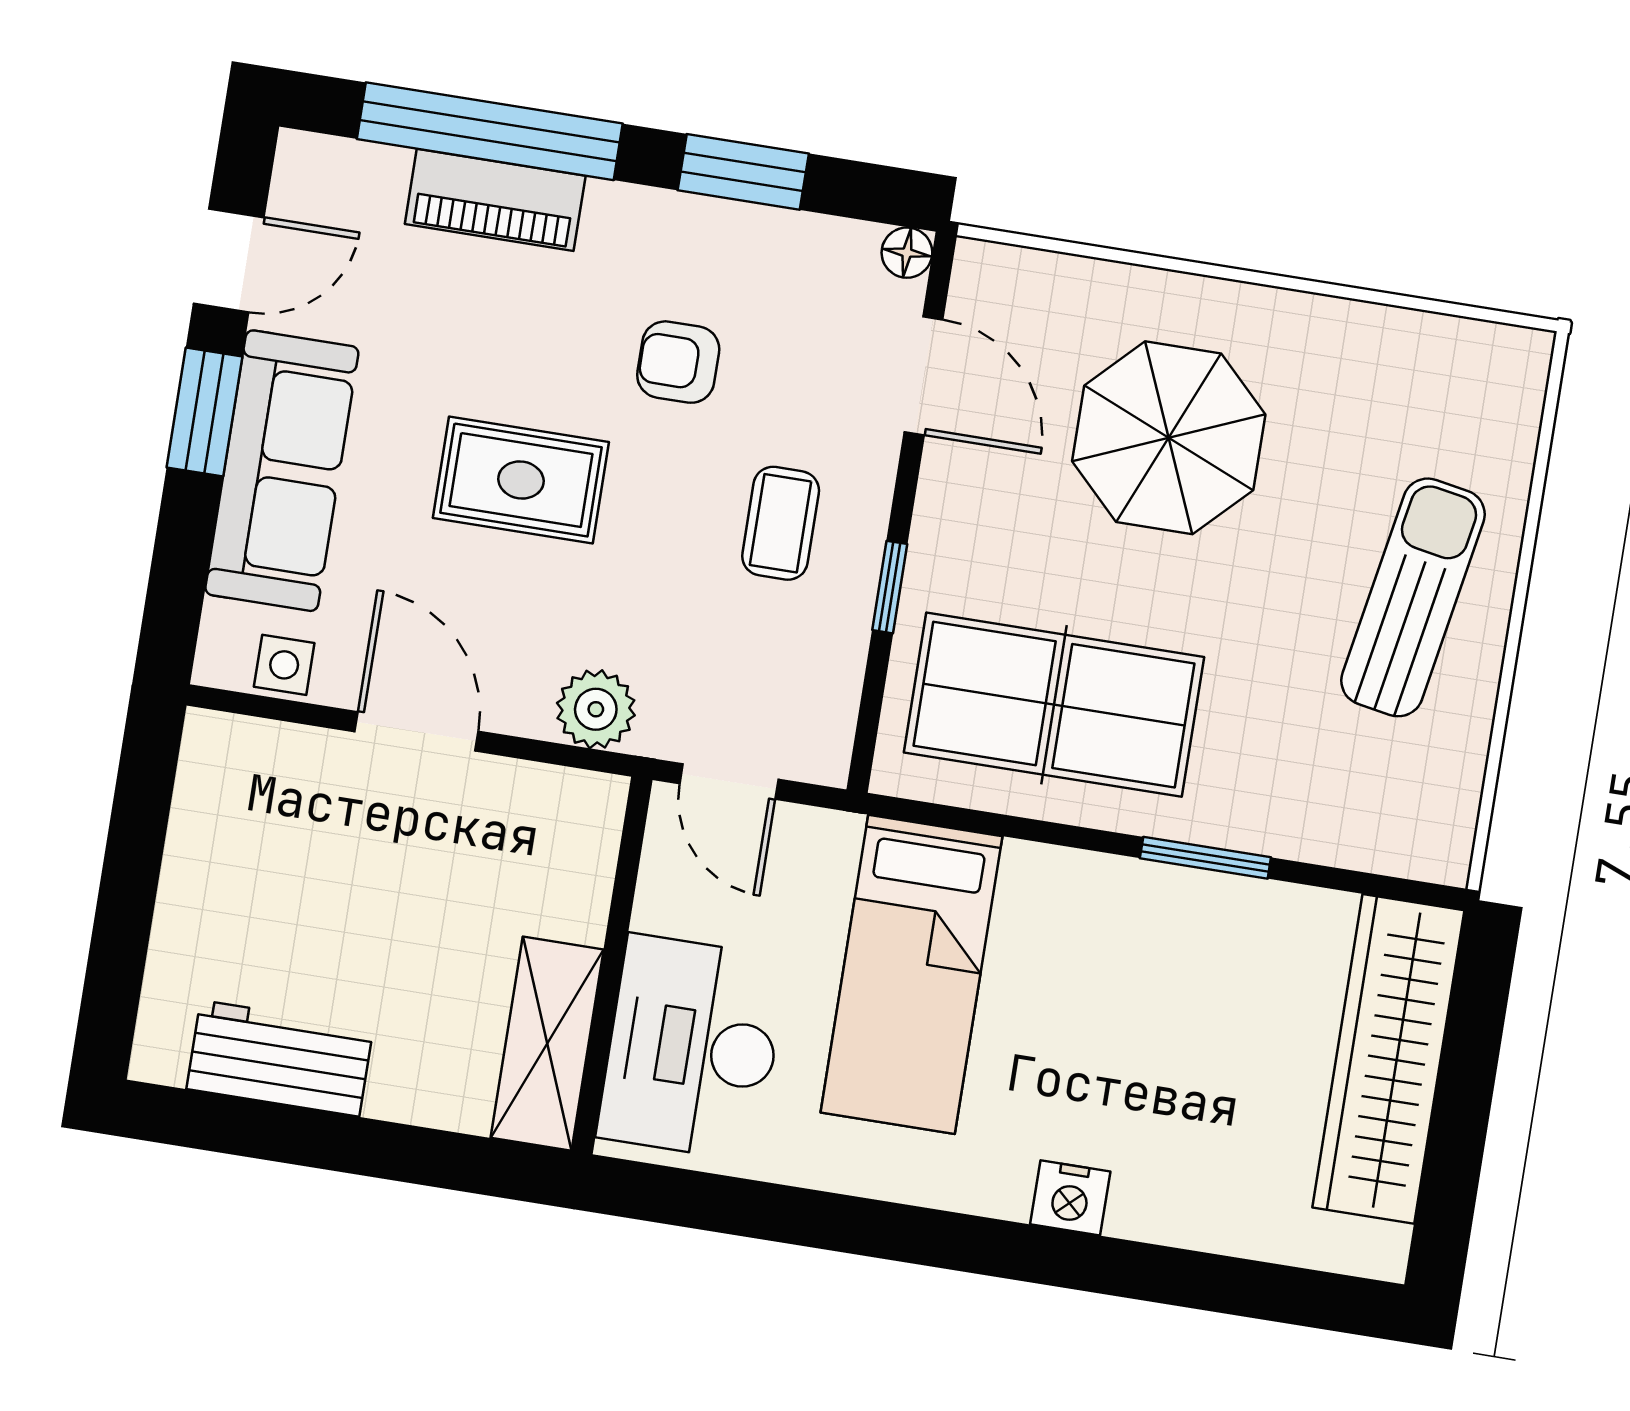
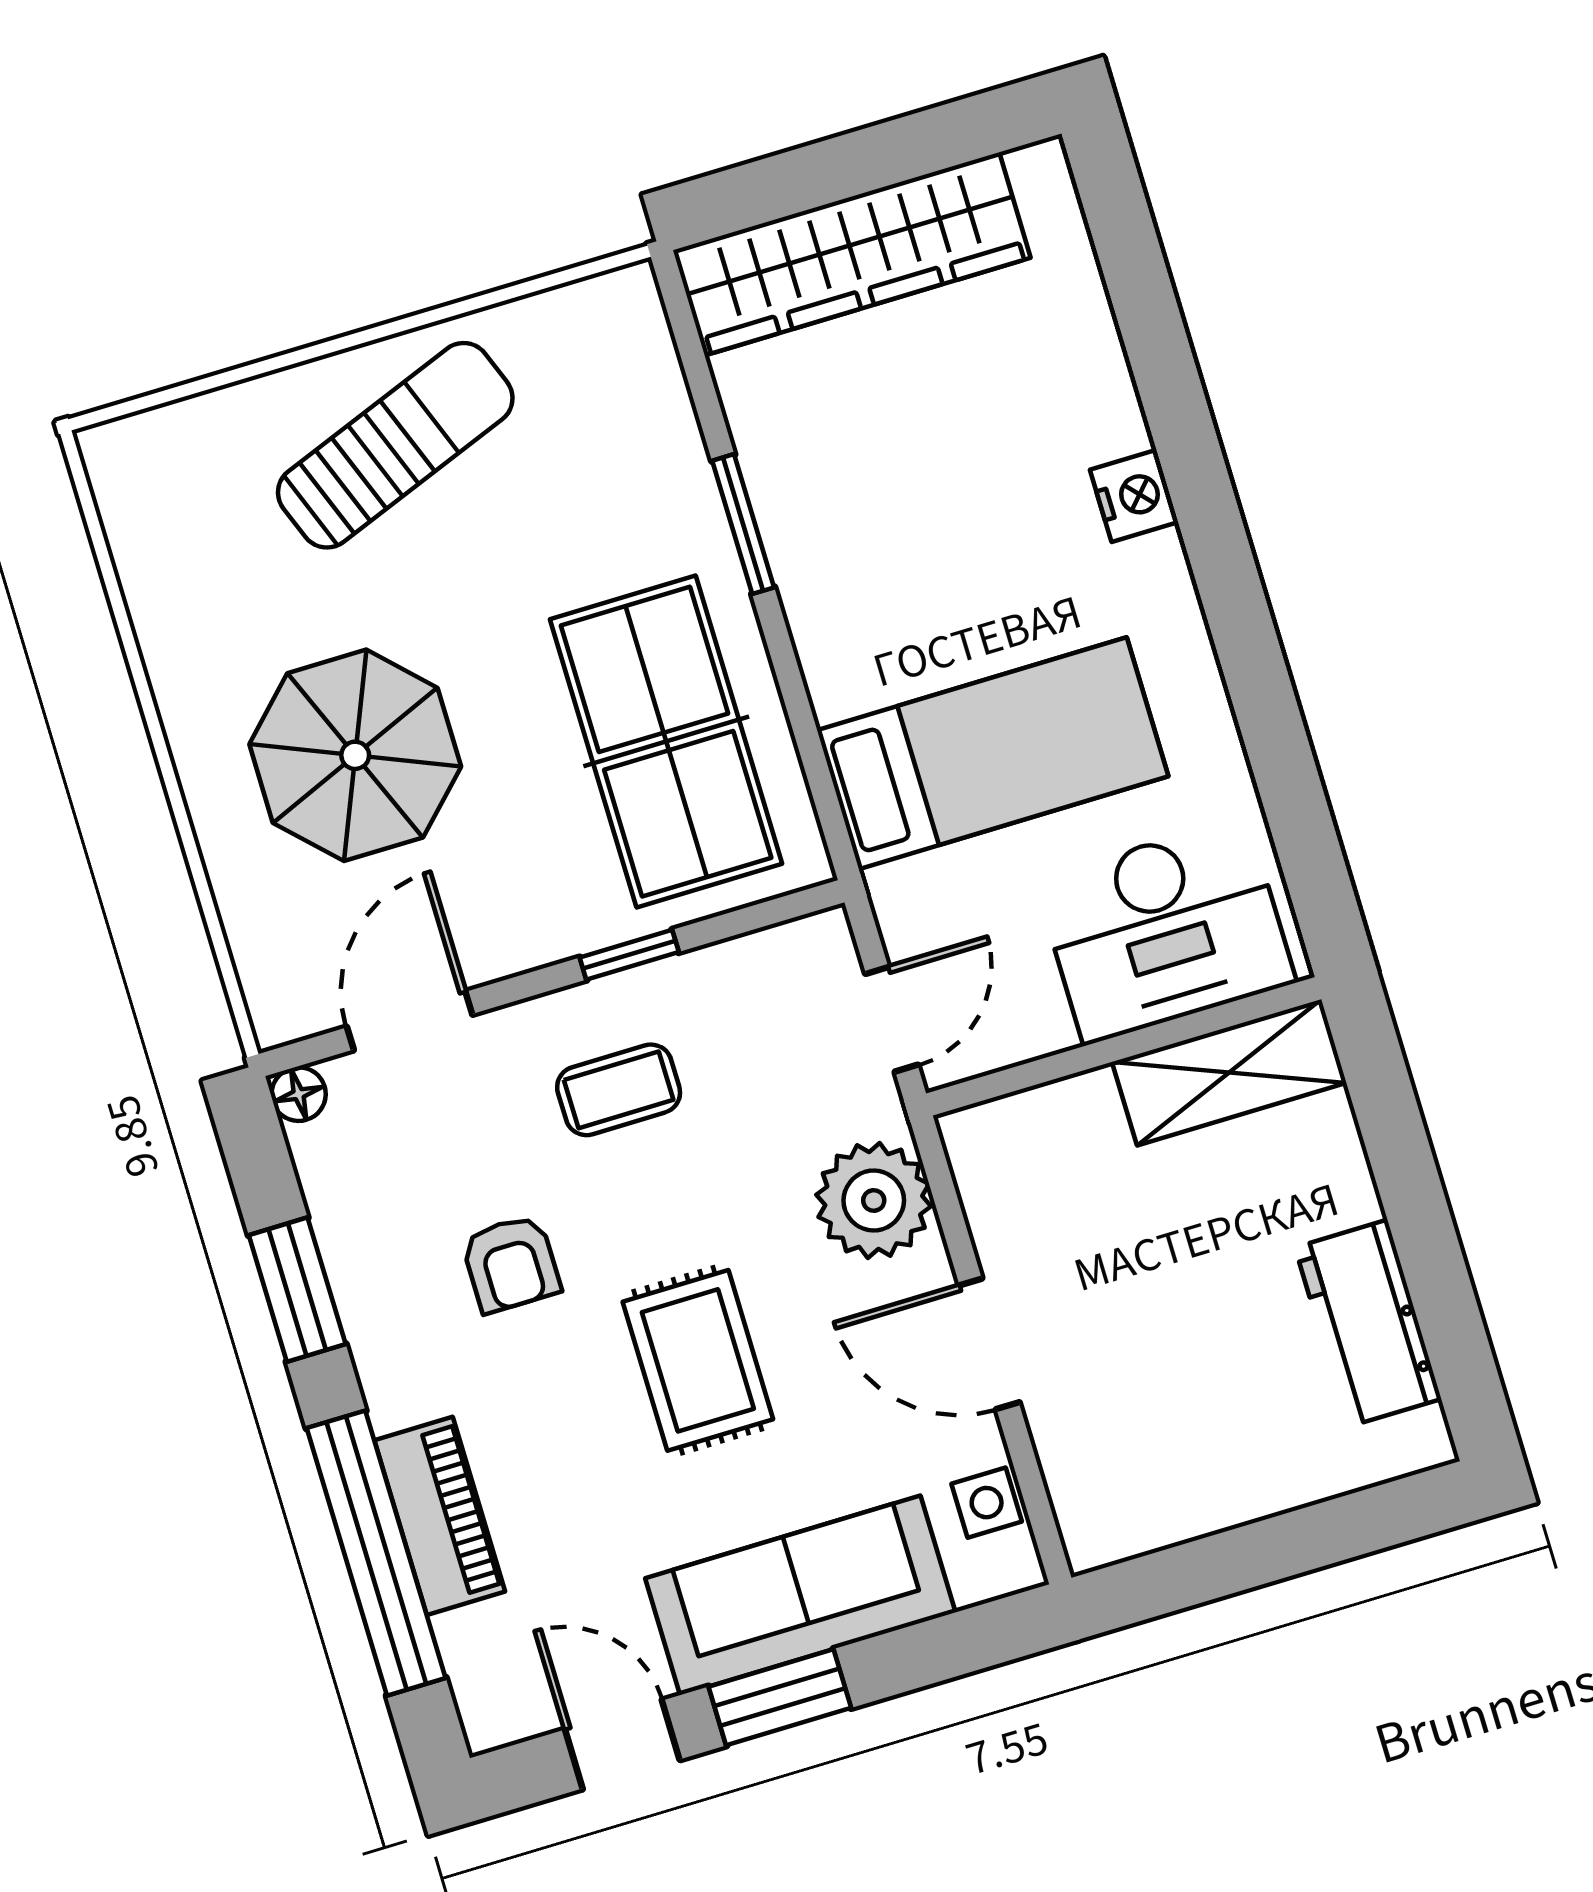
sun lounger: (1413, 597) -> (395, 445), turned 149
plant: (596, 709) -> (874, 1200), width x1.36, depth x1.36
door: (417, 731) -> (989, 1344), hinge flipped

